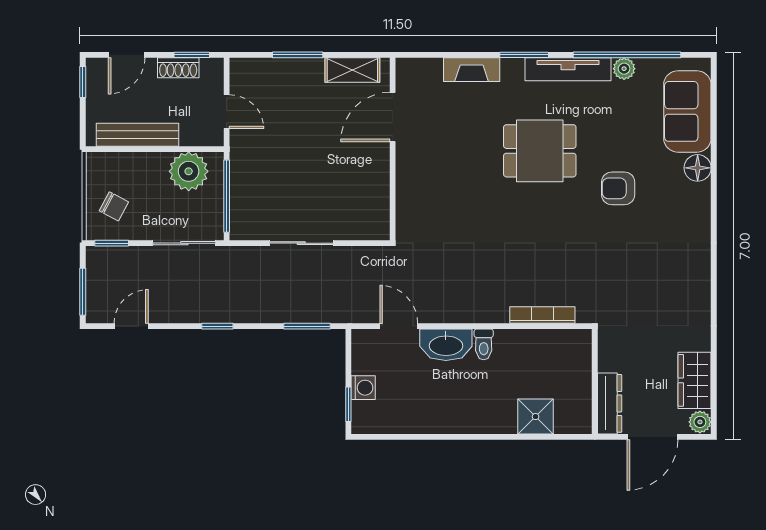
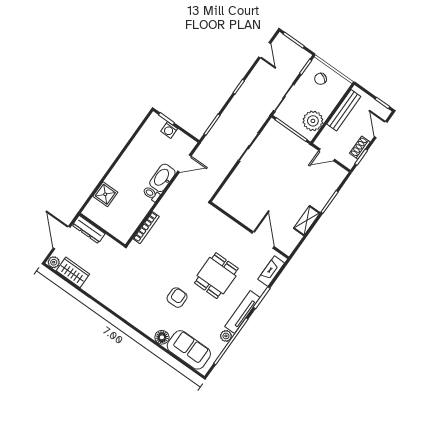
door: (393, 117) -> (263, 240), moved
wall: (393, 149) -> (250, 230), moved

